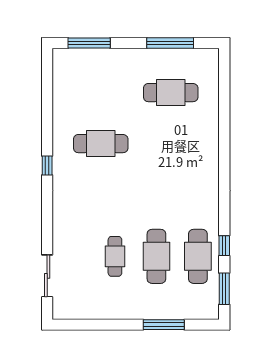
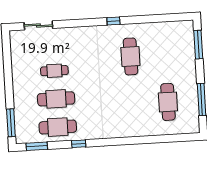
window: (224, 246) -> (79, 144), moved
window: (164, 325) -> (11, 123), moved

